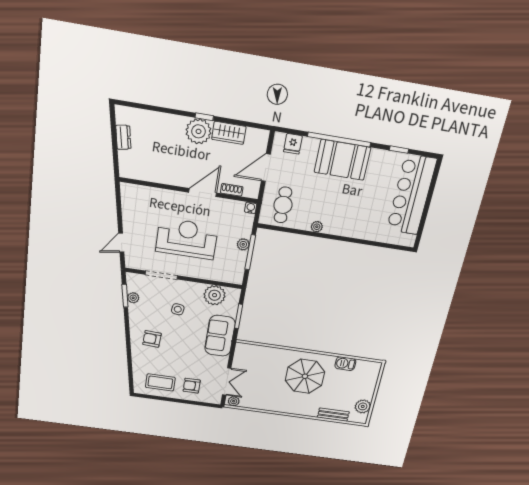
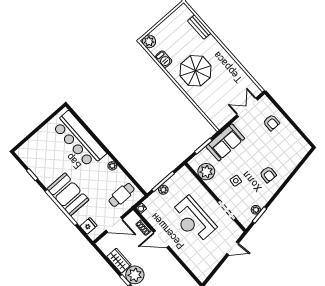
bar counter: (411, 195) -> (79, 139), moved, turned 90
coffee table: (160, 382) -> (289, 141), removed
plant: (234, 401) -> (255, 90), removed
plant: (363, 406) -> (149, 41), moved

